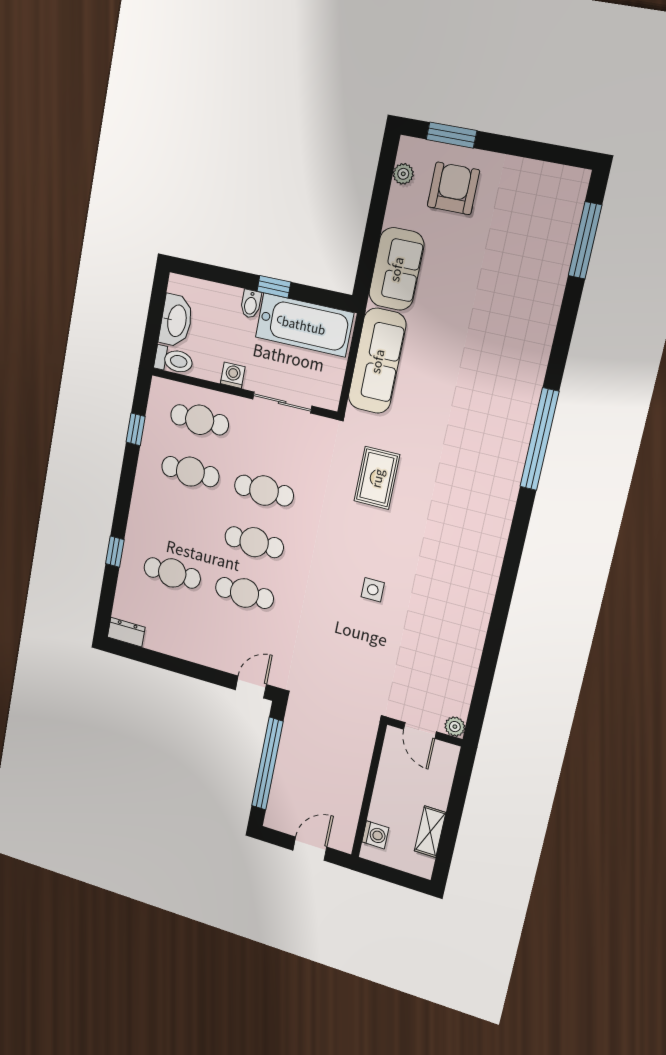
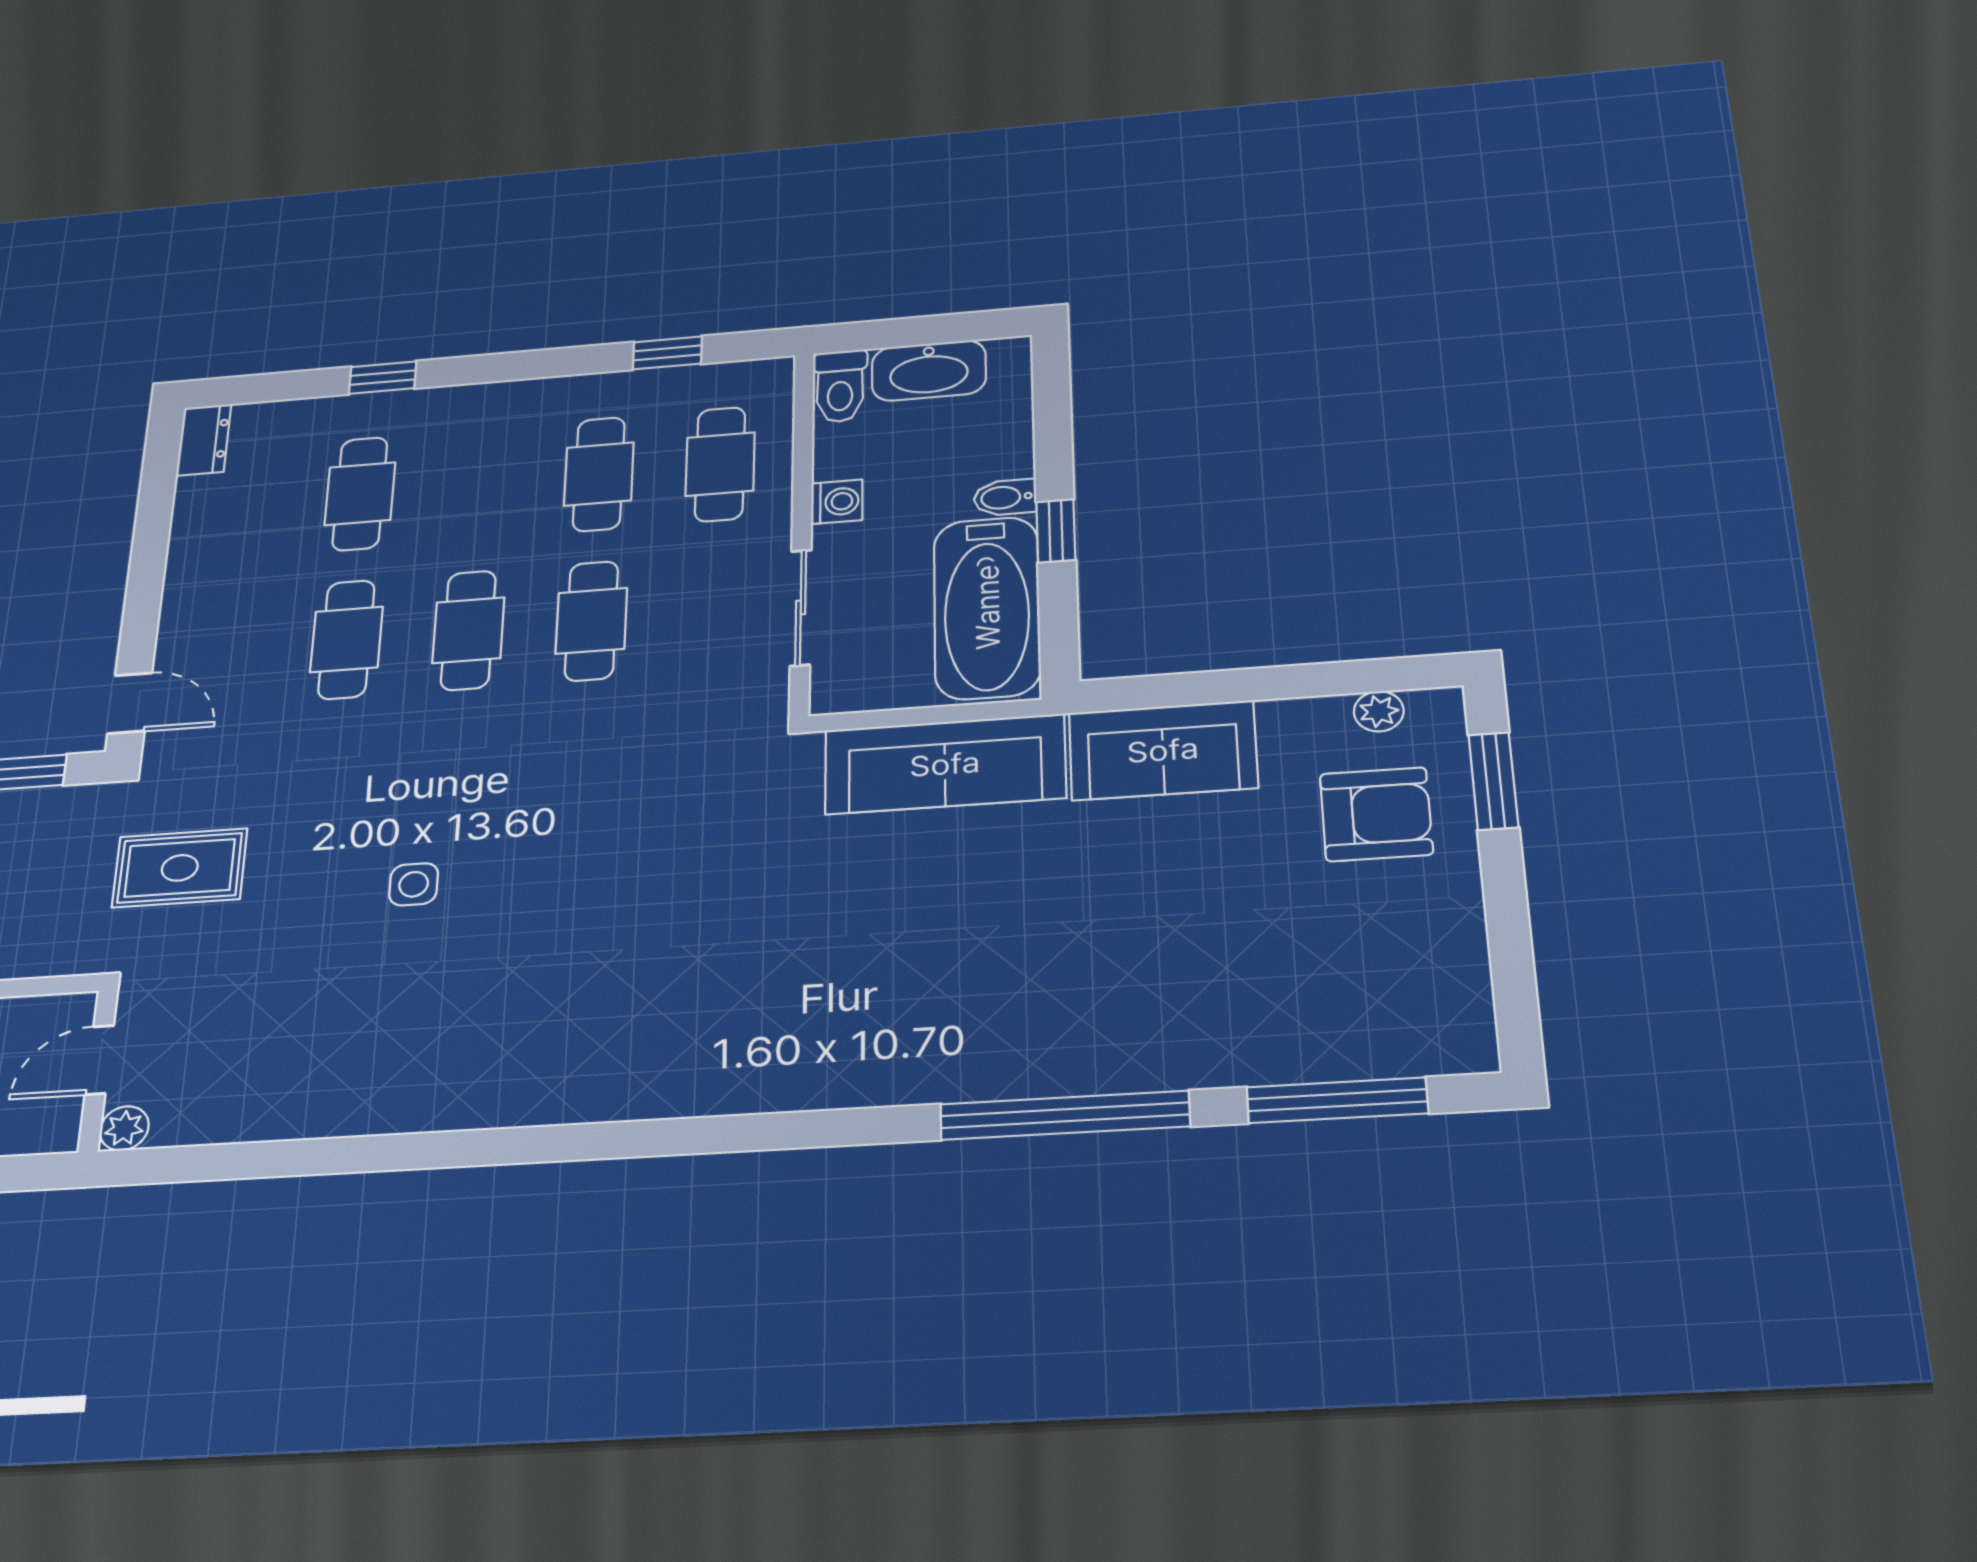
window: (540, 439) -> (1065, 1115), moved
rug: (377, 478) -> (180, 868), moved

